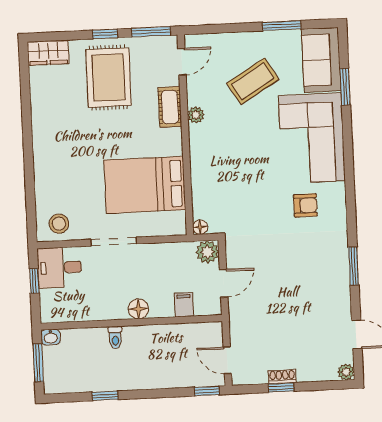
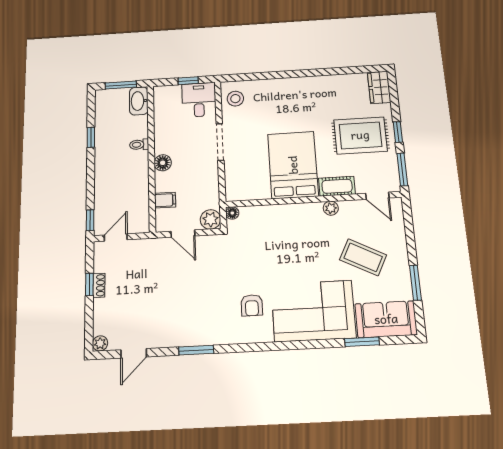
coffee table: (253, 81) -> (363, 257), turned -32
bed: (145, 185) -> (293, 165), moved
washbasin: (51, 337) -> (139, 101), width x1.91, depth x1.45

